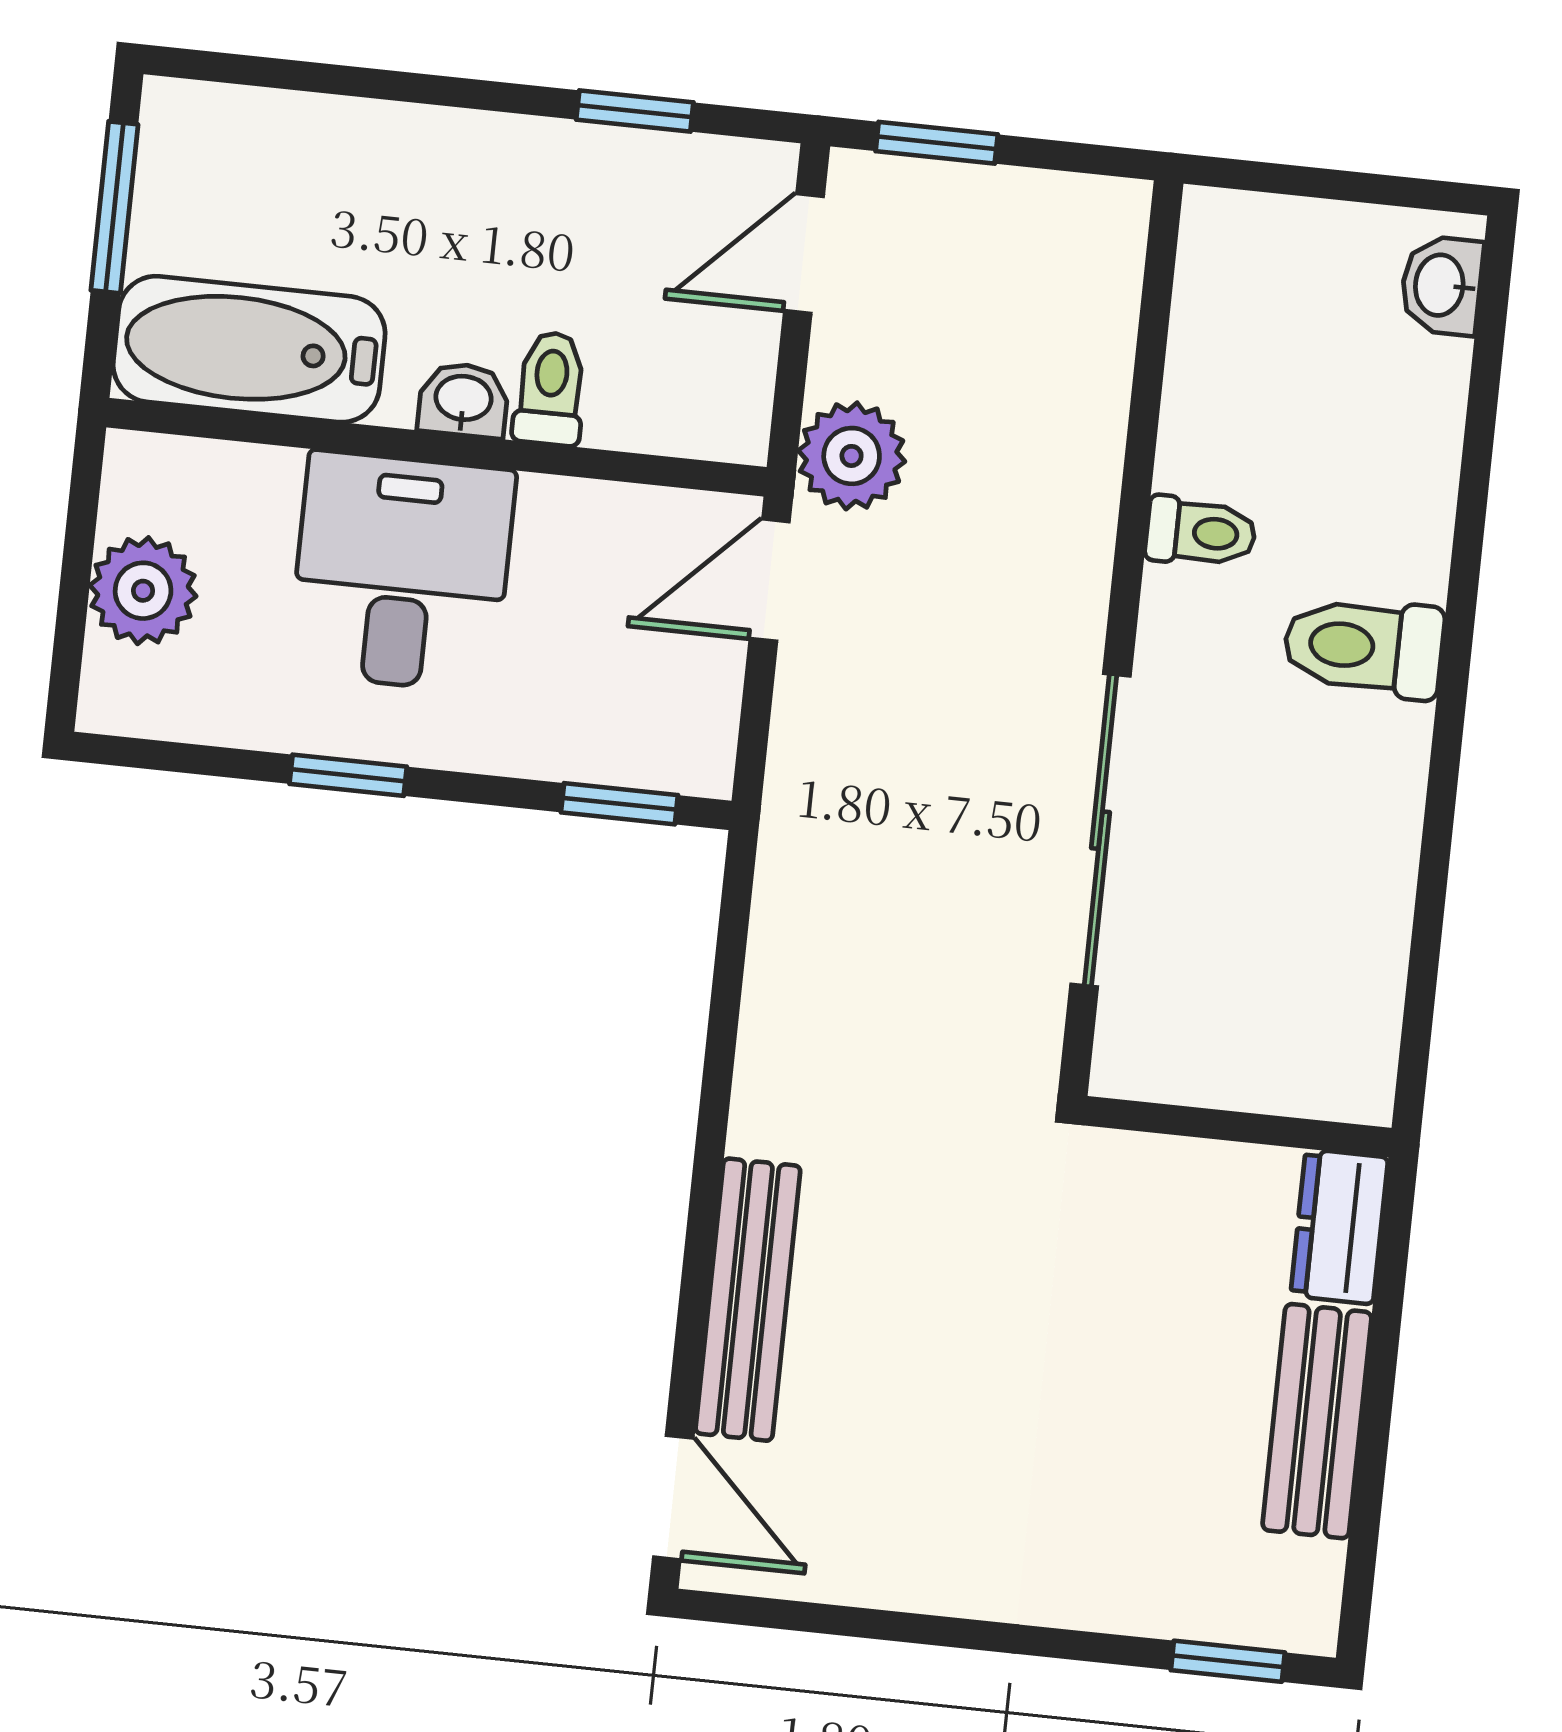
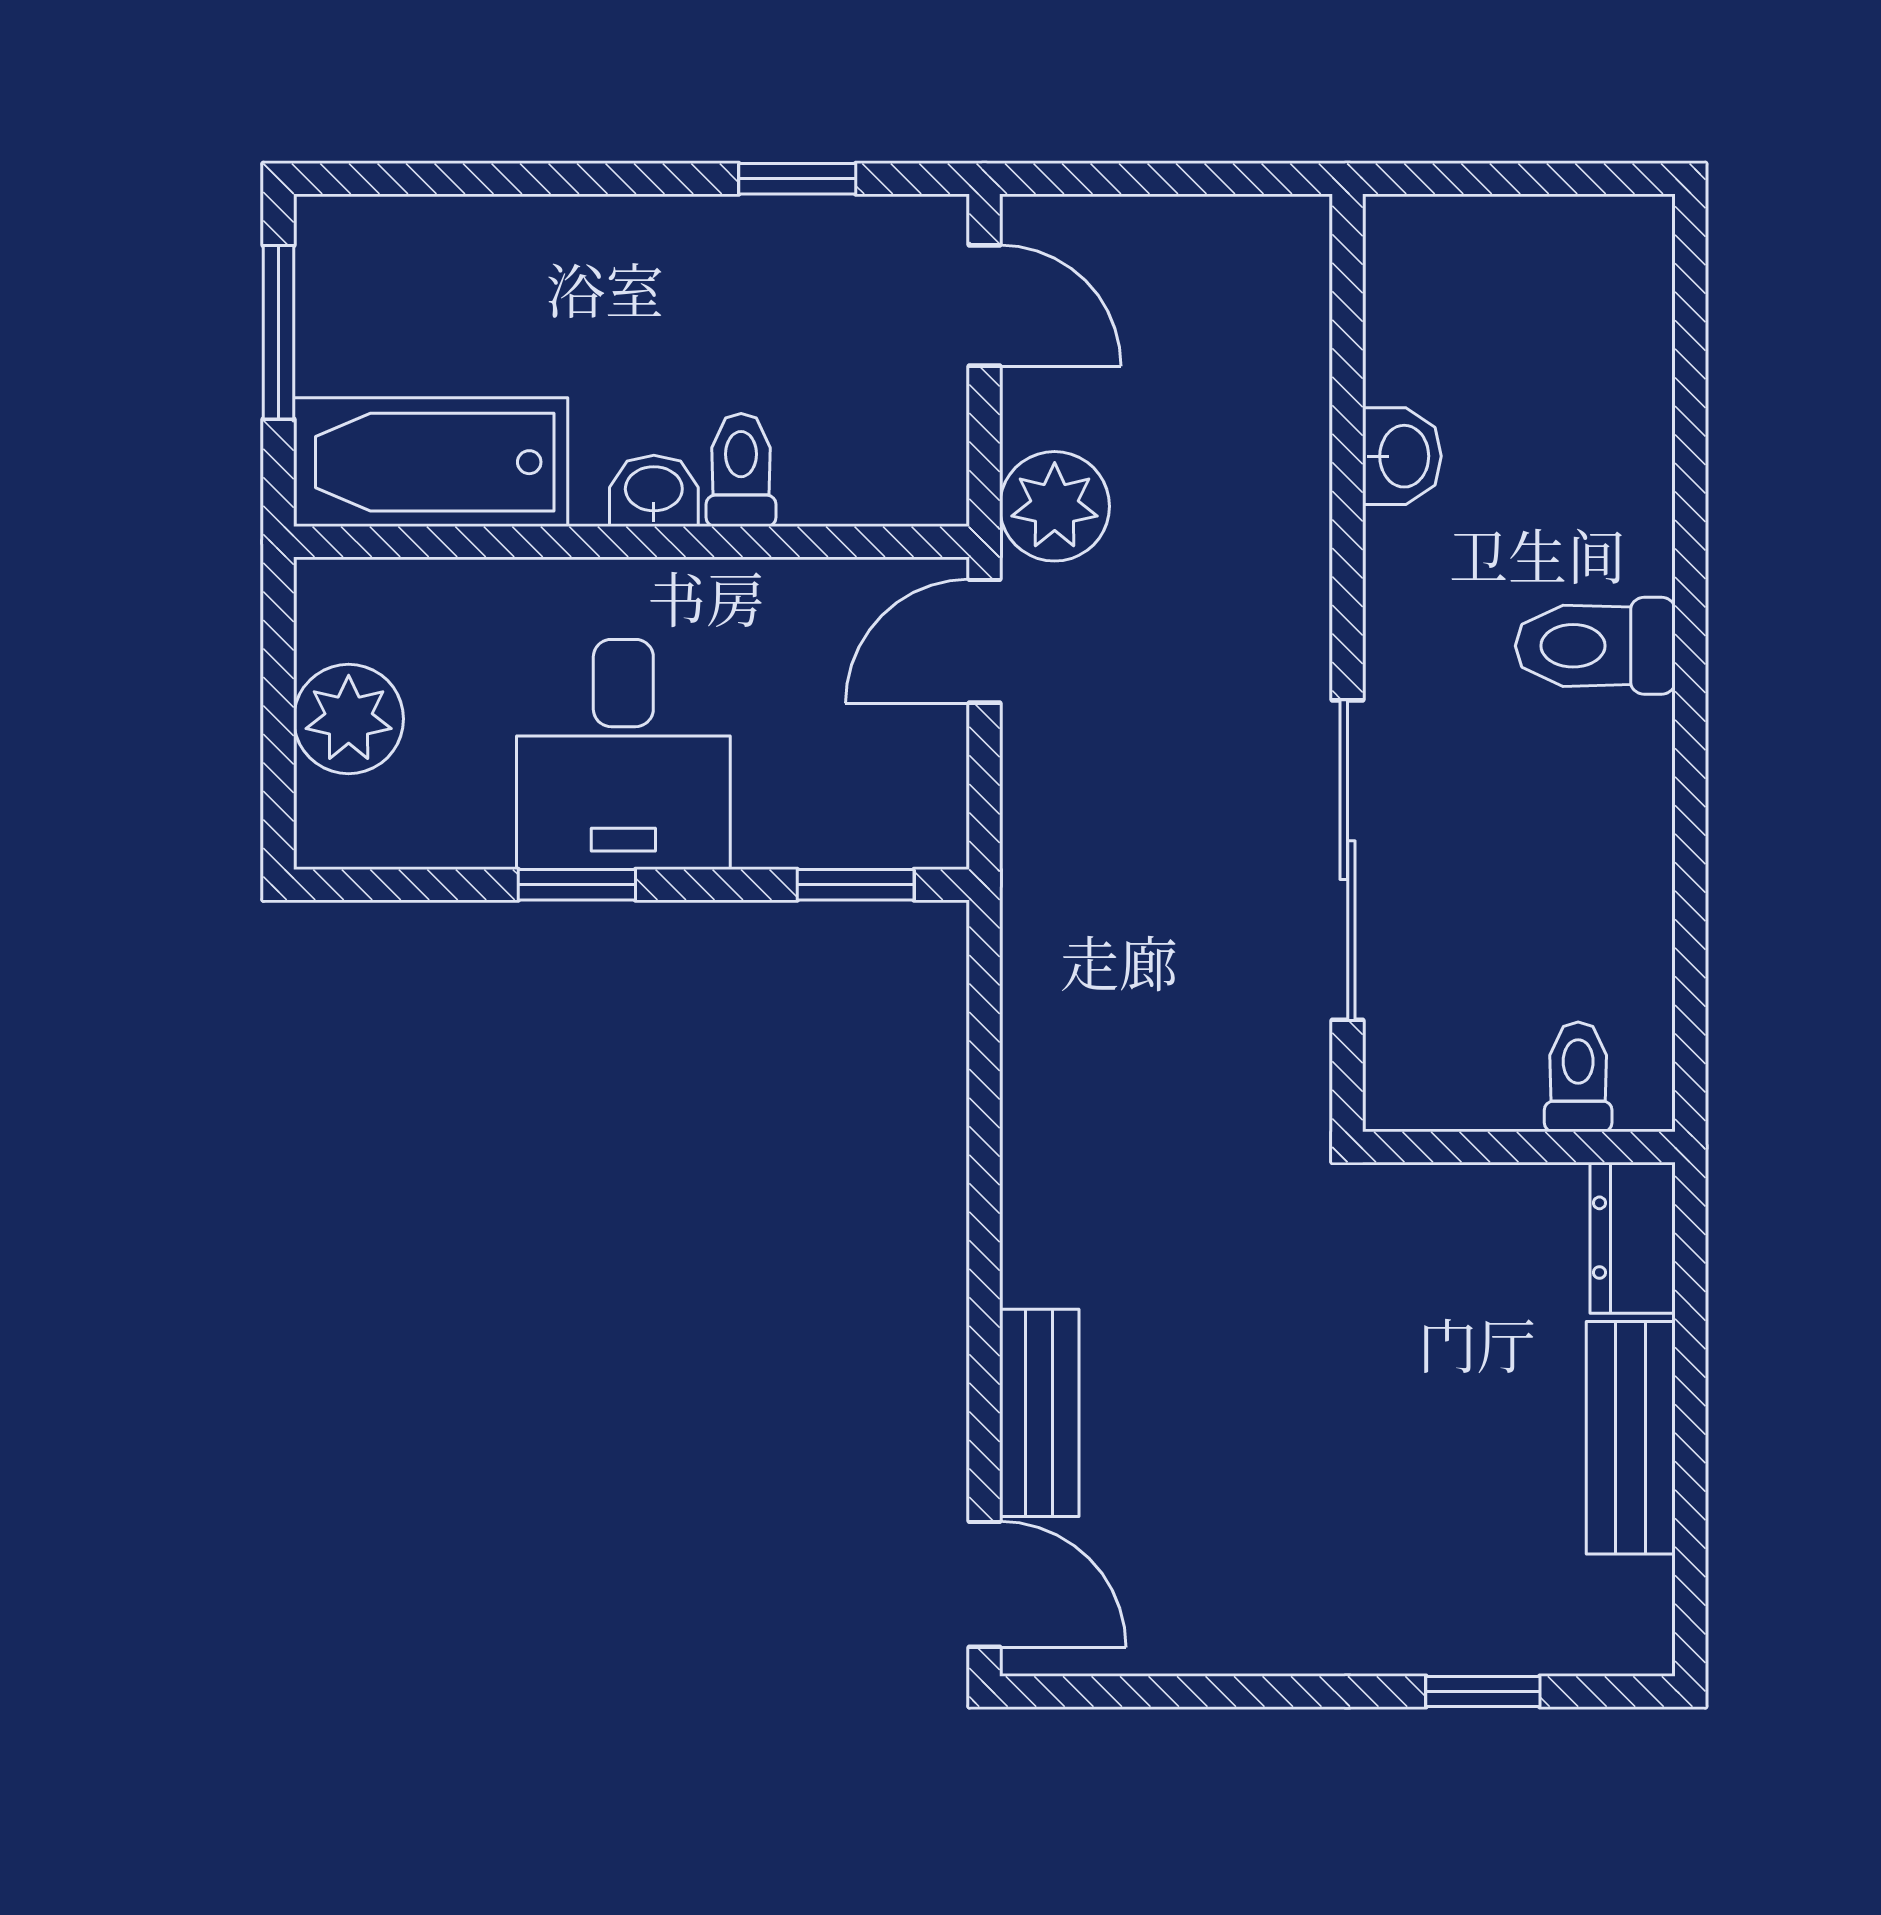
window: (937, 143) -> (1108, 179), removed
door: (804, 254) -> (984, 306), swing flipped
washbasin: (1442, 285) -> (1402, 456), moved, turned 180
toilet: (1201, 532) -> (1578, 1077), moved, turned -90
desk: (402, 572) -> (623, 754), moved, turned 180
bench: (748, 1300) -> (1039, 1413), width x0.73
window: (1228, 1661) -> (1483, 1691), moved

